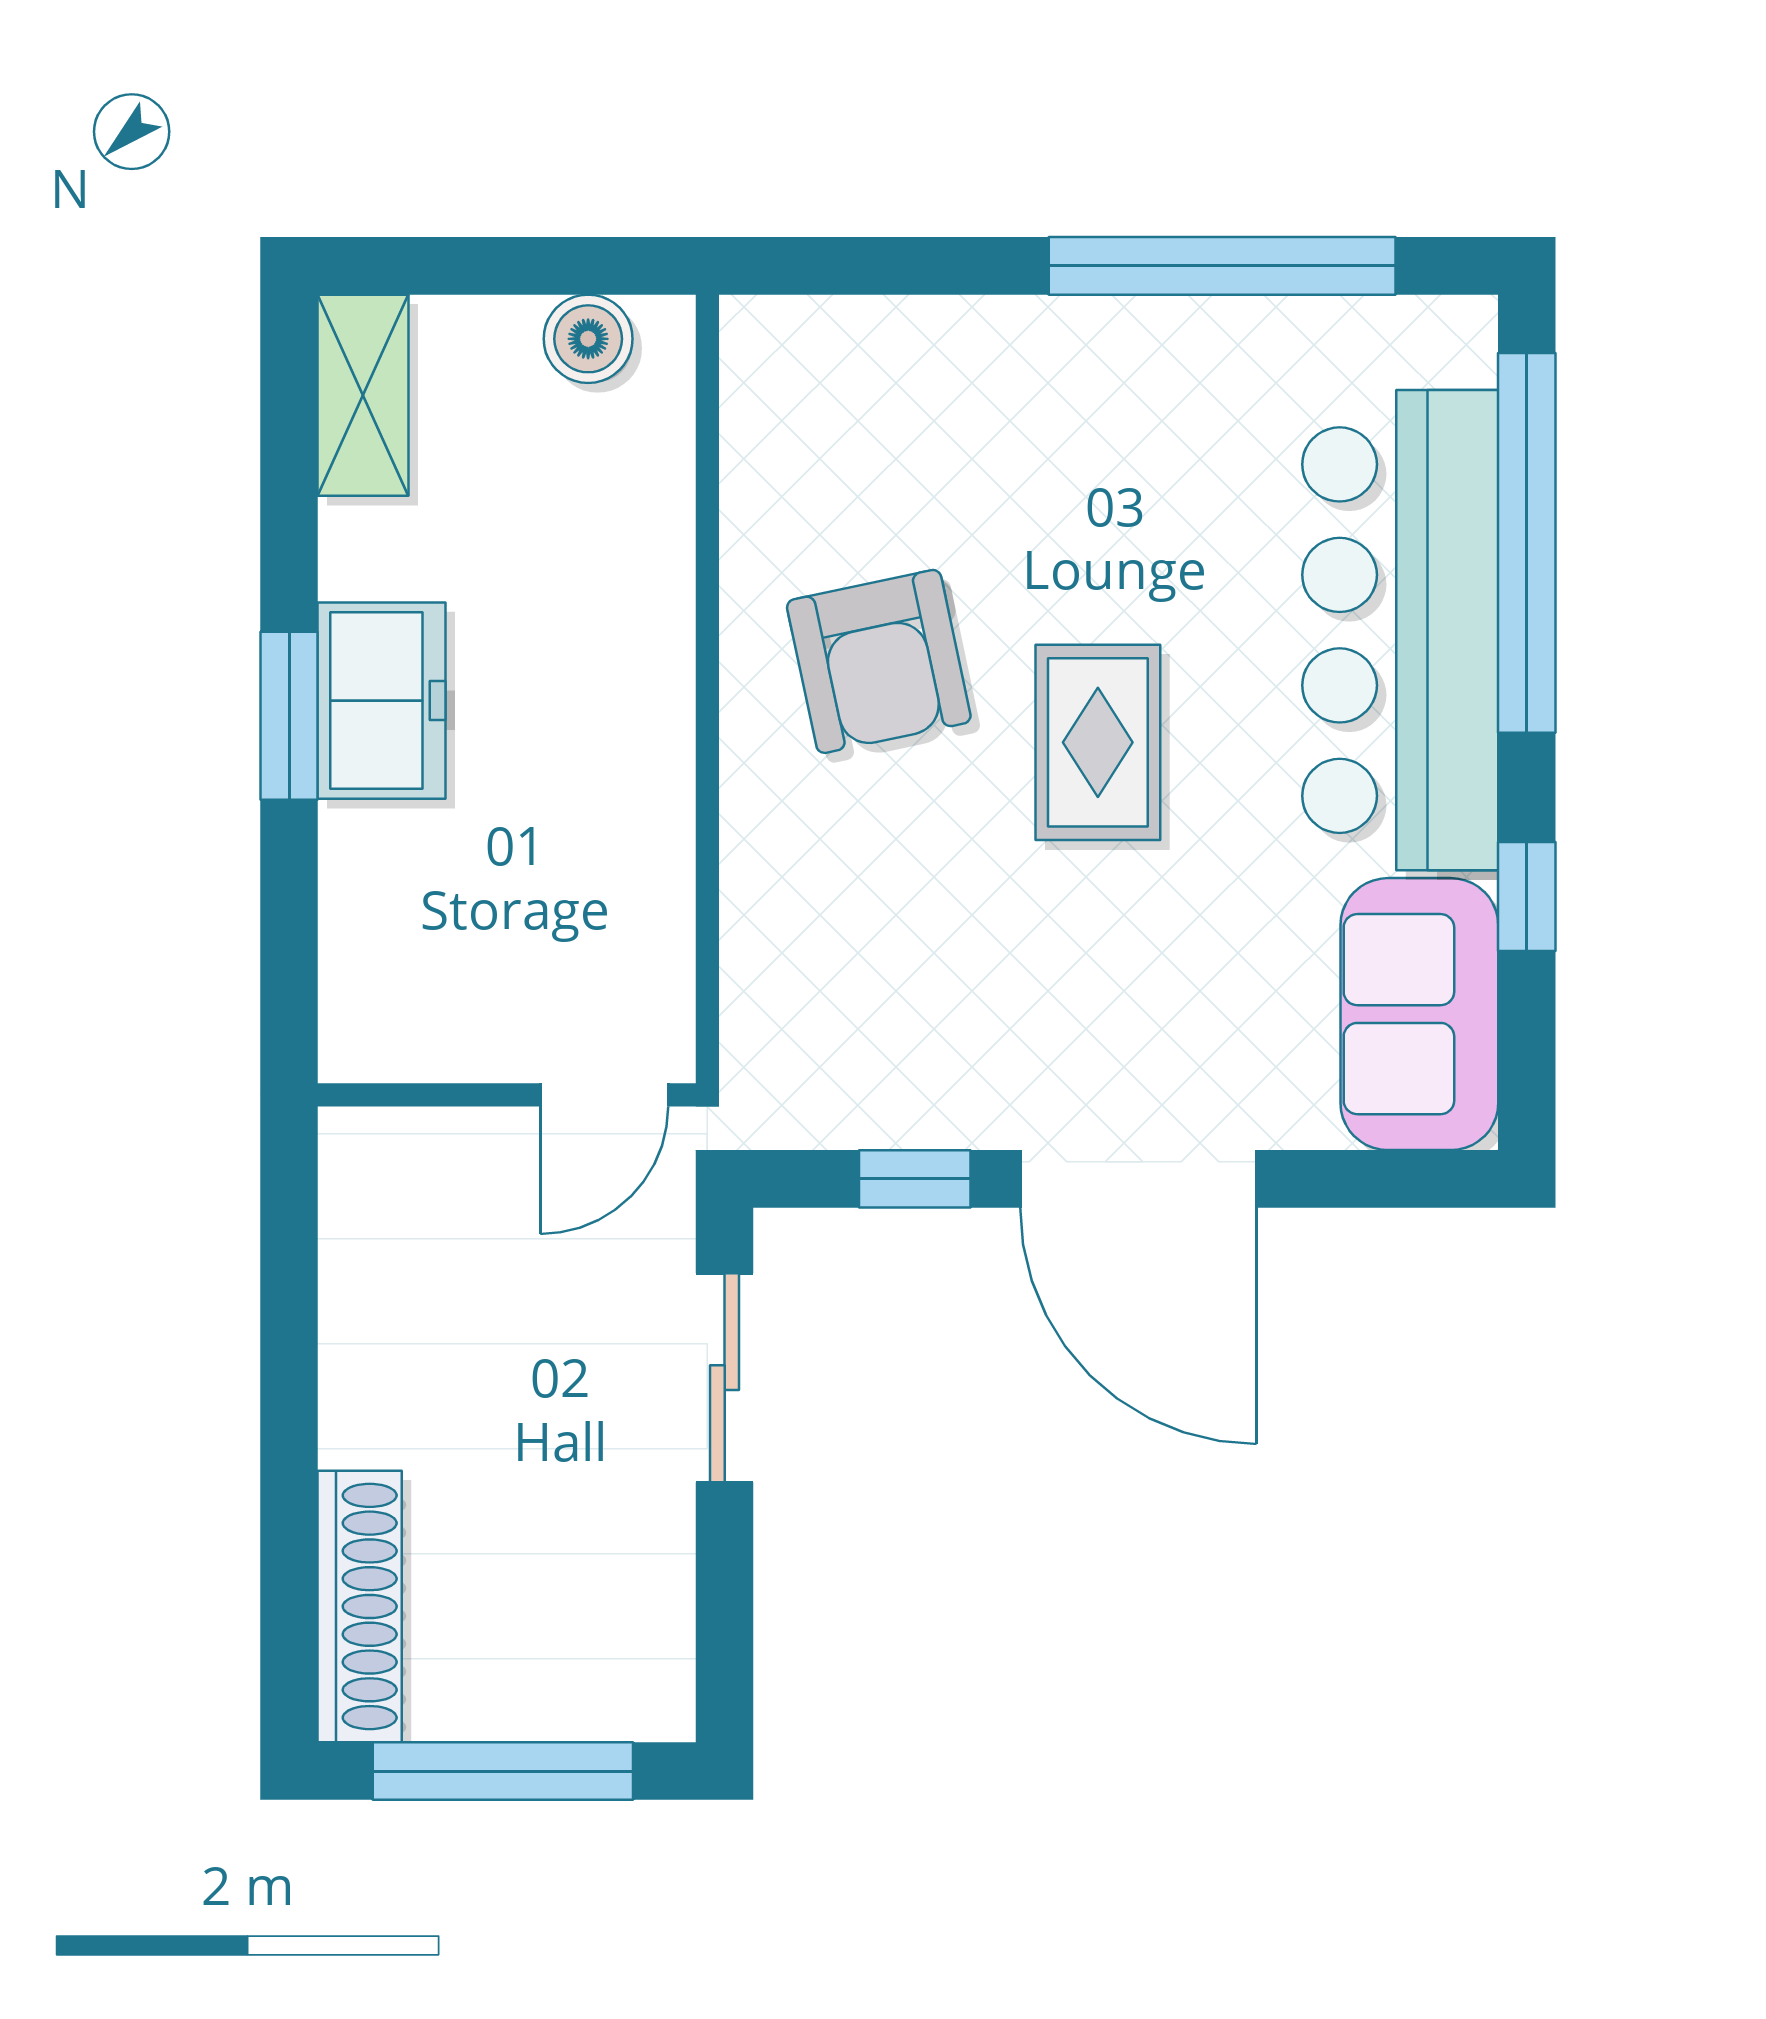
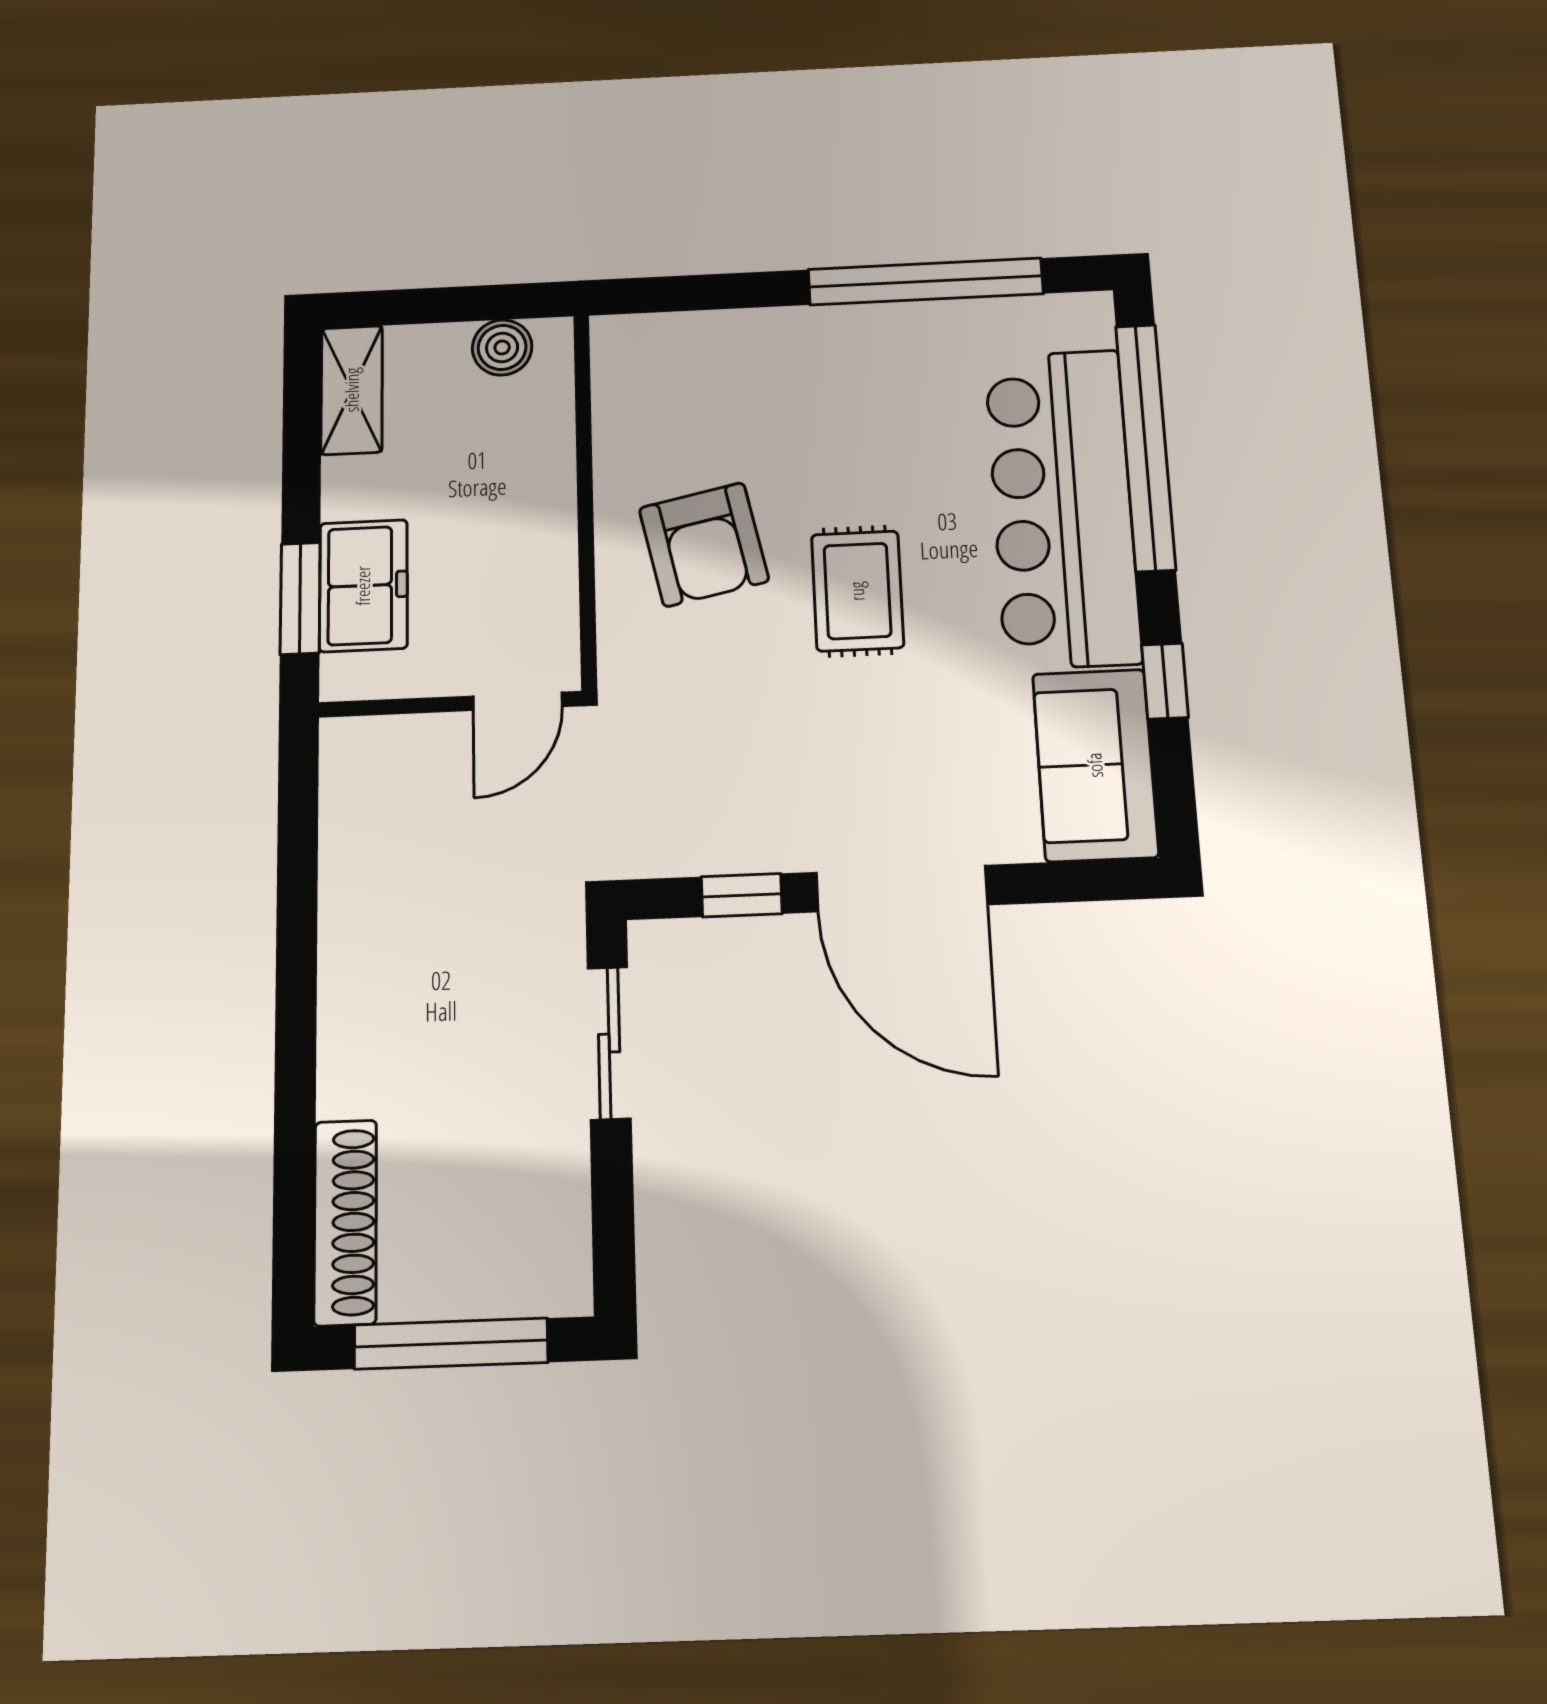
wall: (507, 1095) -> (450, 704), moved
door: (604, 1095) -> (518, 701), moved

